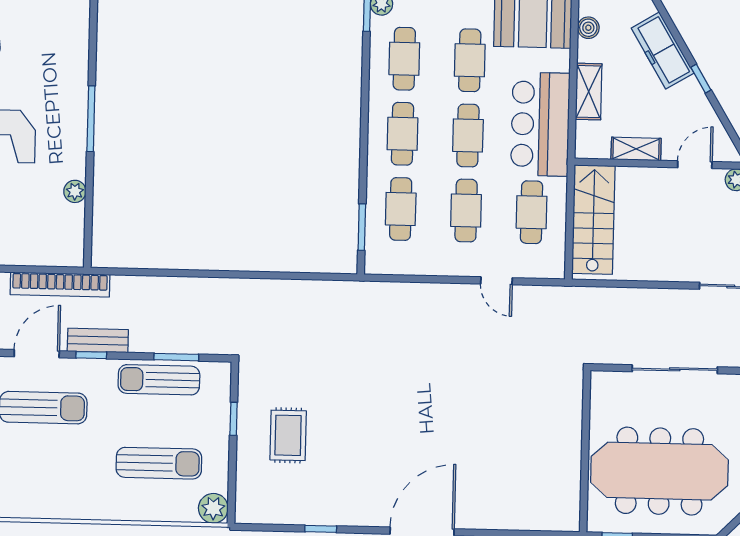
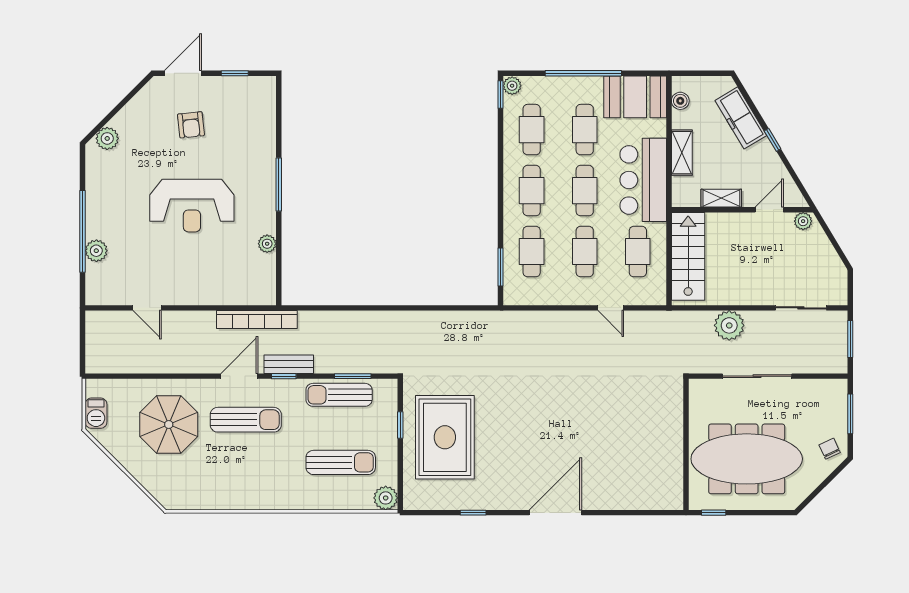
plant: (642, 306) -> (729, 325), added
rug: (288, 435) -> (445, 437), width x1.86, depth x2.06

